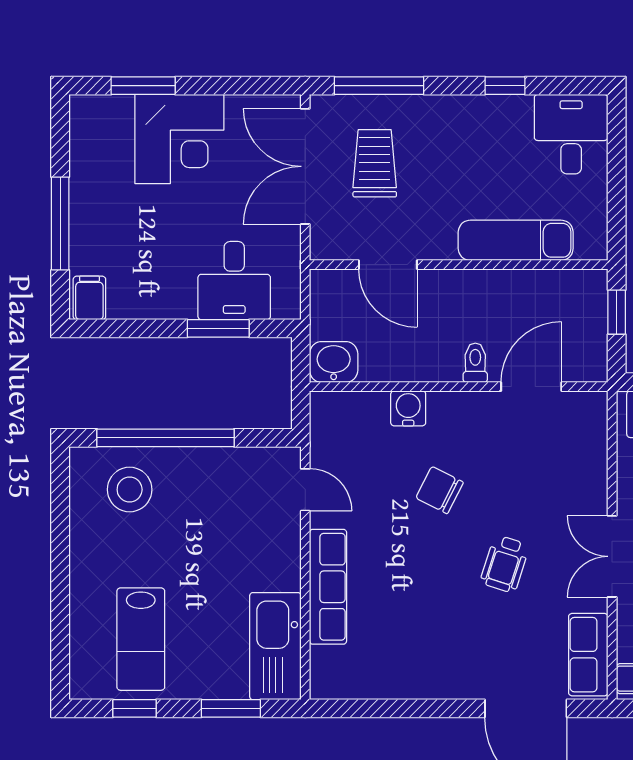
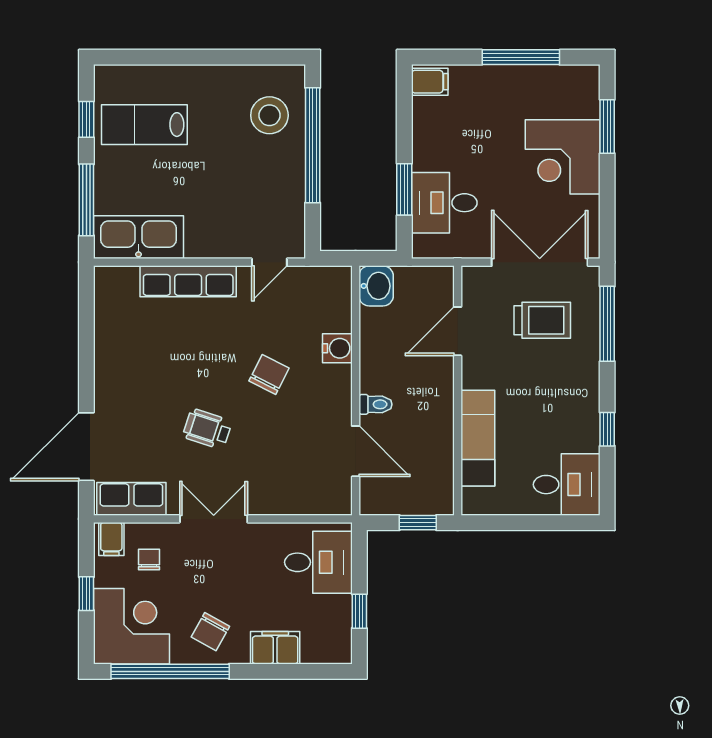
window: (60, 224) -> (521, 57), moved
window: (231, 708) -> (86, 200), width x1.44

